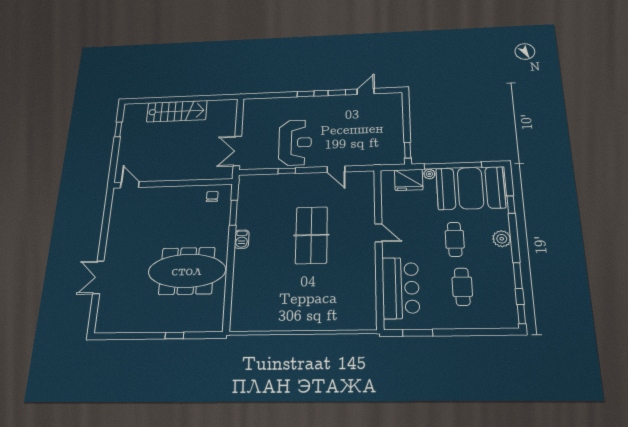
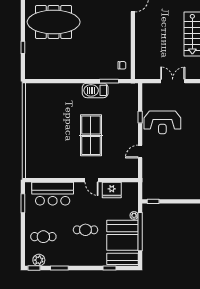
double door: (237, 151) -> (173, 81), moved
fridge: (409, 180) -> (112, 190), moved, turned -90
door: (378, 233) -> (91, 180), hinge flipped
table tennis table: (311, 235) -> (91, 135), turned 90
barbecue: (242, 239) -> (95, 90), width x1.88, depth x1.53
plant: (502, 239) -> (39, 260), moved
meeting table: (187, 271) -> (54, 22), moved, turned 90
cafe table: (462, 287) -> (43, 237), moved

